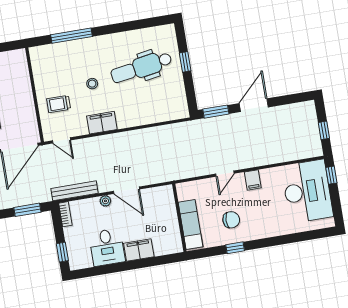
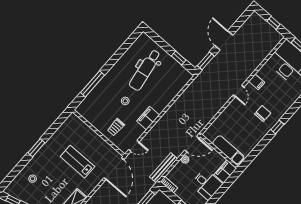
window: (185, 62) -> (179, 58), moved
wall: (179, 218) -> (219, 151), moved
exam couch: (191, 224) -> (228, 150), moved

